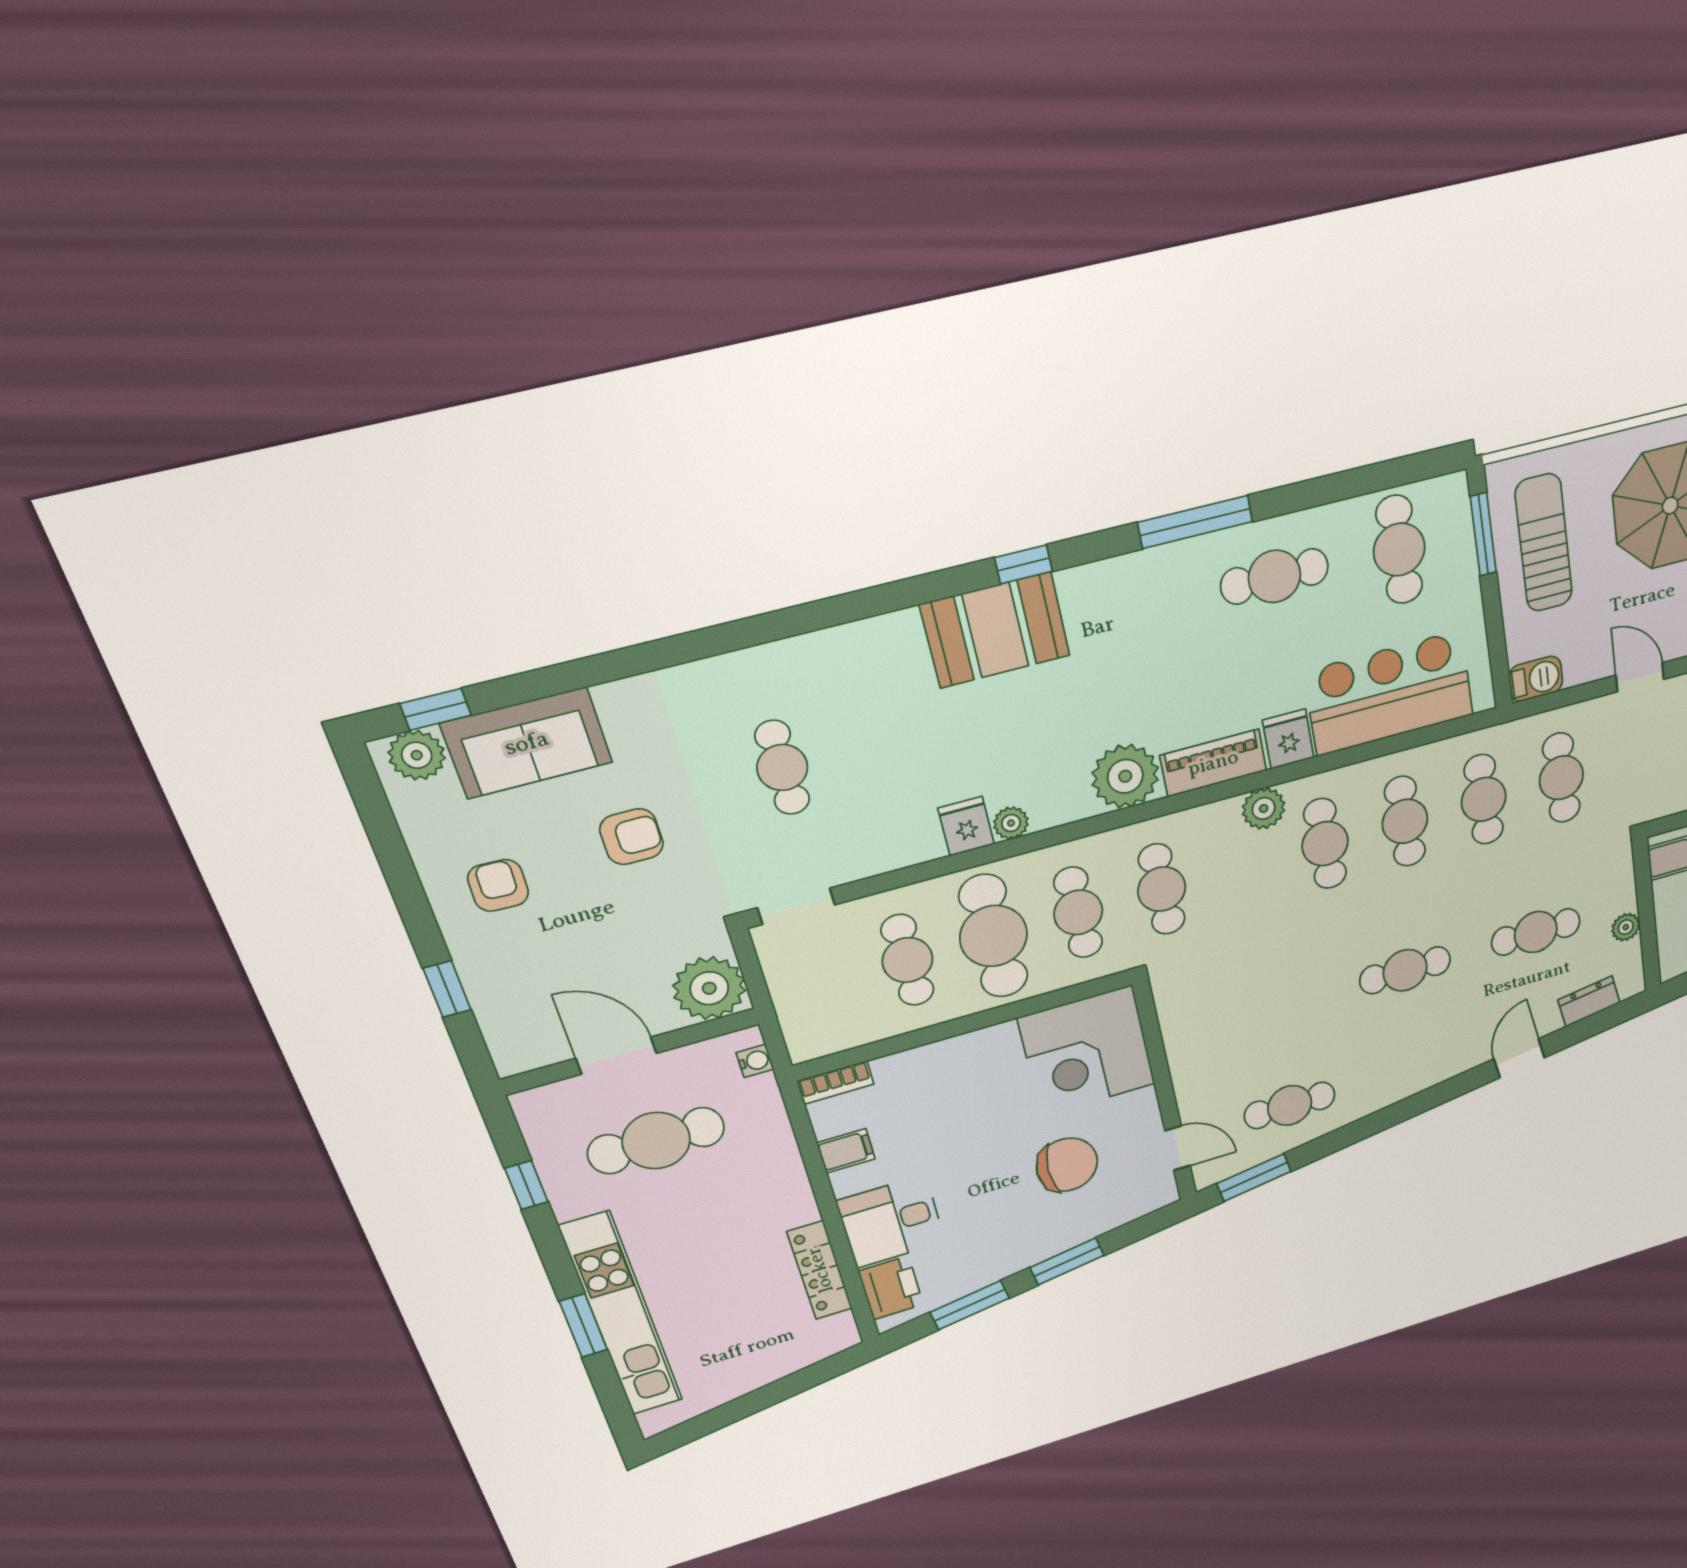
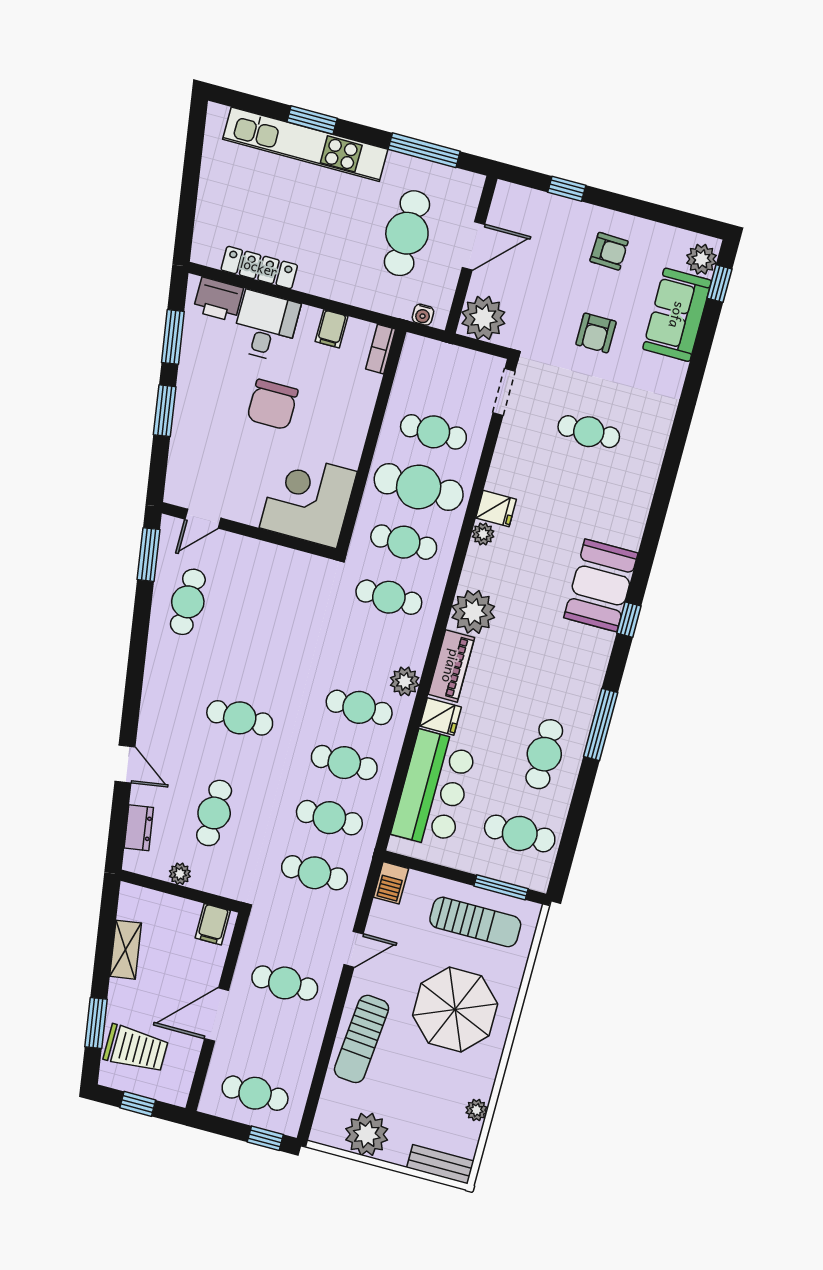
cafe table: (1405, 970) -> (240, 718), turned 90
chair: (1067, 1165) -> (272, 404), moved
window: (526, 1185) -> (424, 150), width x2.17

